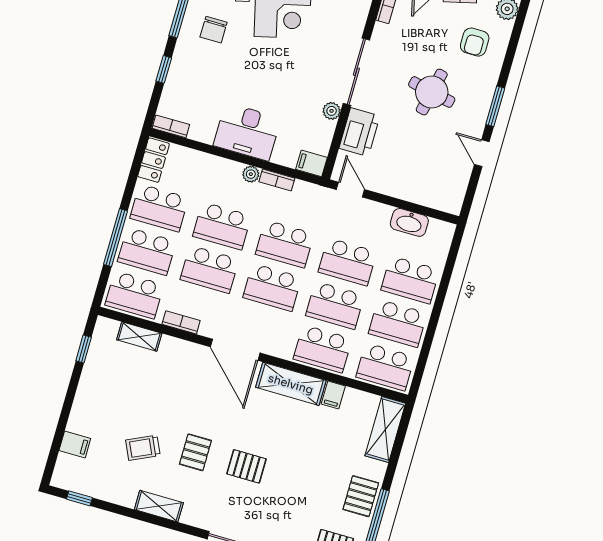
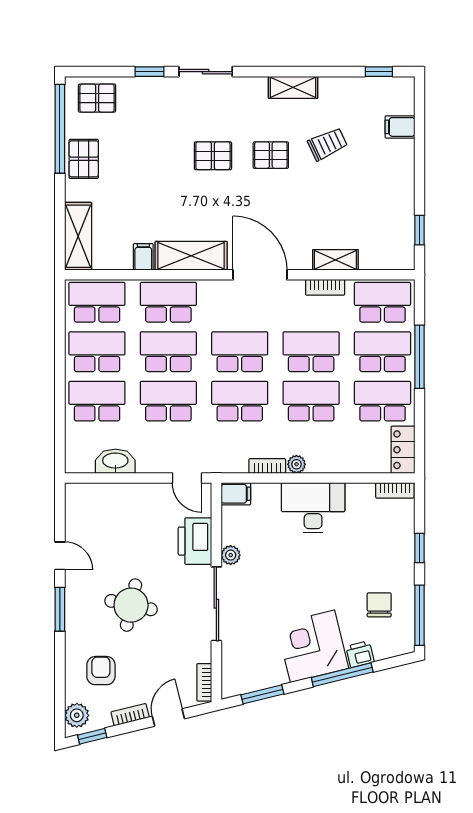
shelving: (139, 337) -> (335, 260), moved
pallet: (195, 452) -> (271, 155), turned 90

